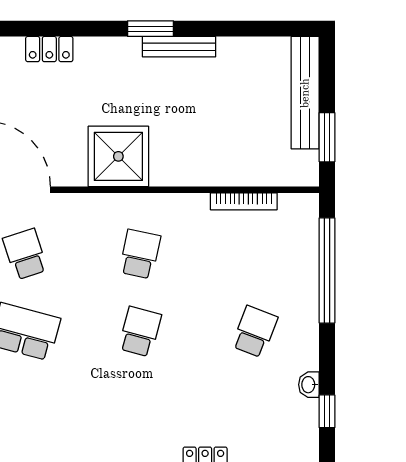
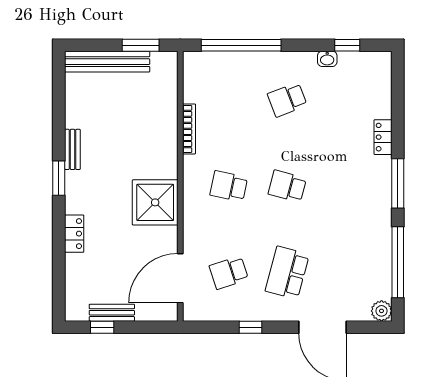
bench: (179, 47) -> (72, 149), width x0.73
locker: (49, 49) -> (74, 234), moved
bookcase: (244, 201) -> (189, 129), moved
school desk: (255, 332) -> (287, 100), turned -42

